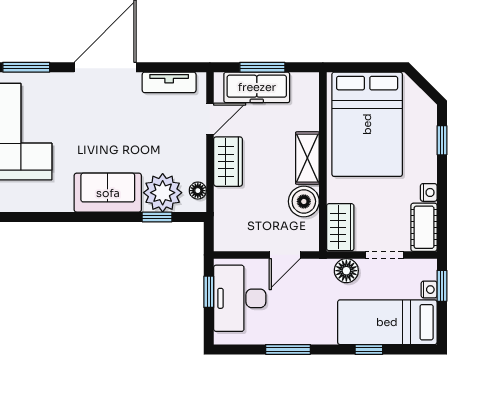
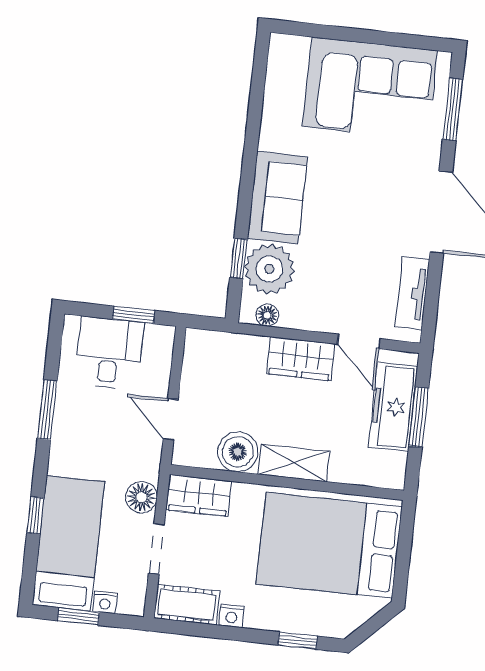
window: (442, 286) -> (79, 616), moved
desk: (240, 298) -> (109, 353), width x0.73

